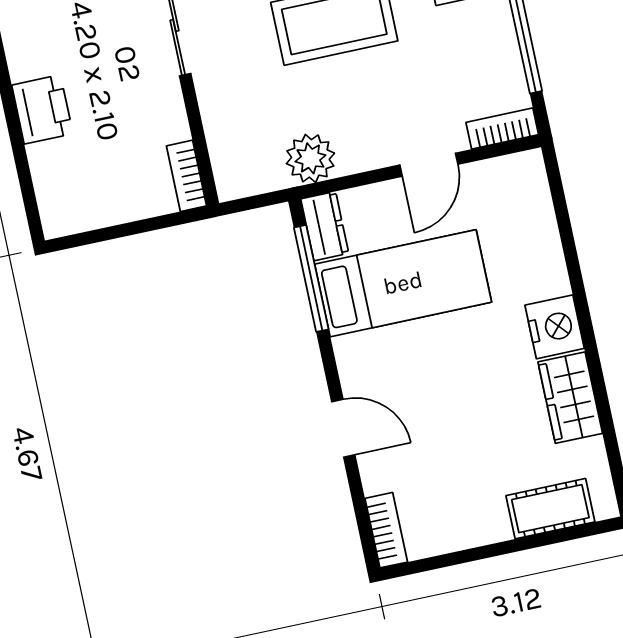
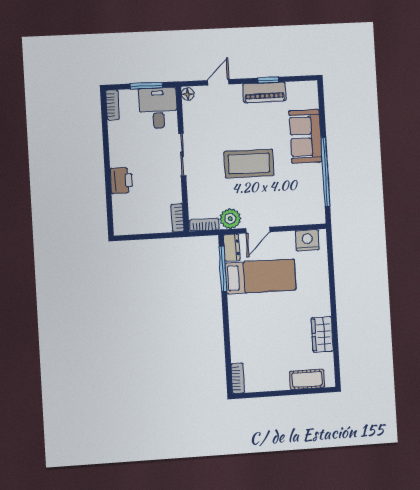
bookcase: (502, 129) -> (204, 225), moved
door: (429, 165) -> (258, 230), moved
nightstand: (555, 327) -> (307, 240), moved, turned -90
door: (343, 428) -> (227, 333), removed

